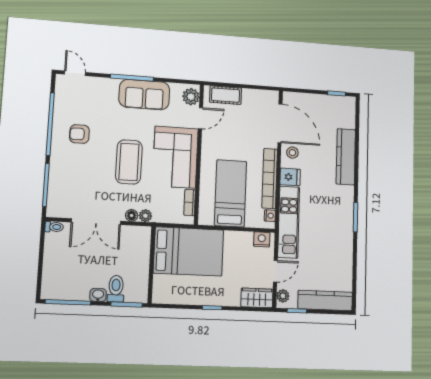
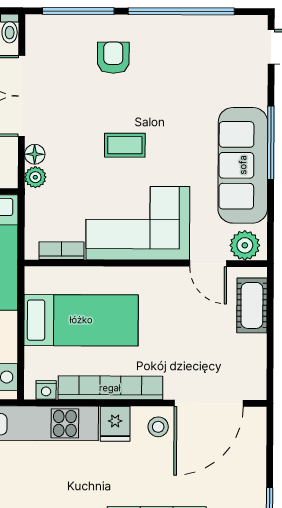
sofa: (144, 95) -> (243, 165), width x1.36
armchair: (79, 134) -> (113, 58), moved
coffee table: (129, 162) -> (125, 145), width x0.54, depth x0.58

